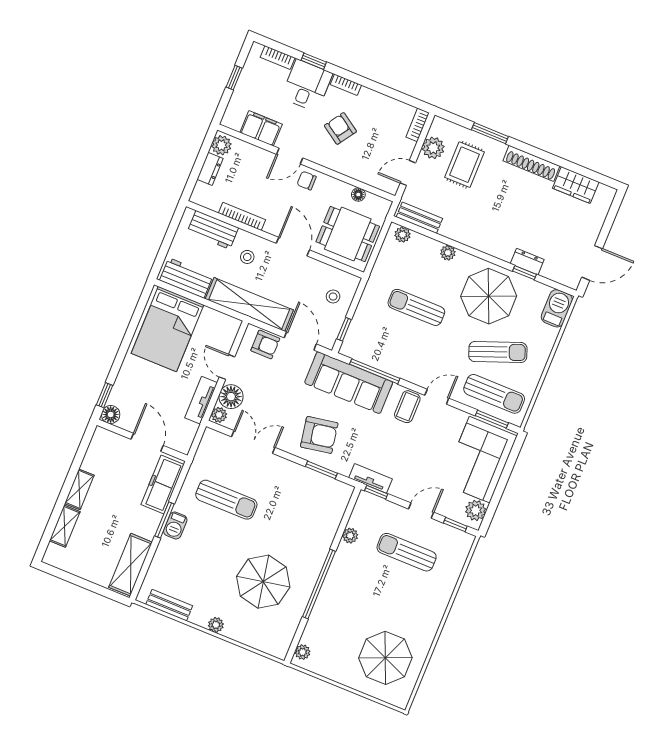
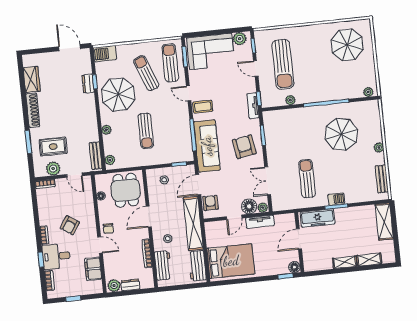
sun lounger: (407, 552) -> (283, 64), width x1.36, depth x1.34
shelving: (131, 565) -> (384, 222), moved, turned 90

